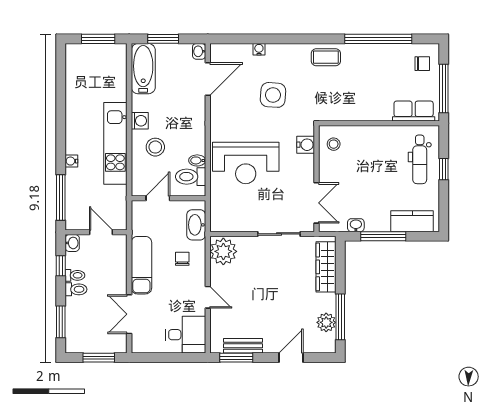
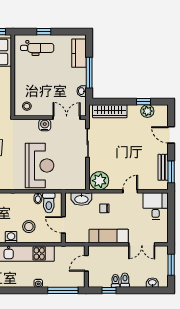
water cooler: (306, 145) -> (45, 125), moved
washbasin: (72, 243) -> (152, 283), moved
window: (340, 317) -> (144, 102), width x0.46
window: (61, 322) -> (147, 290), removed

